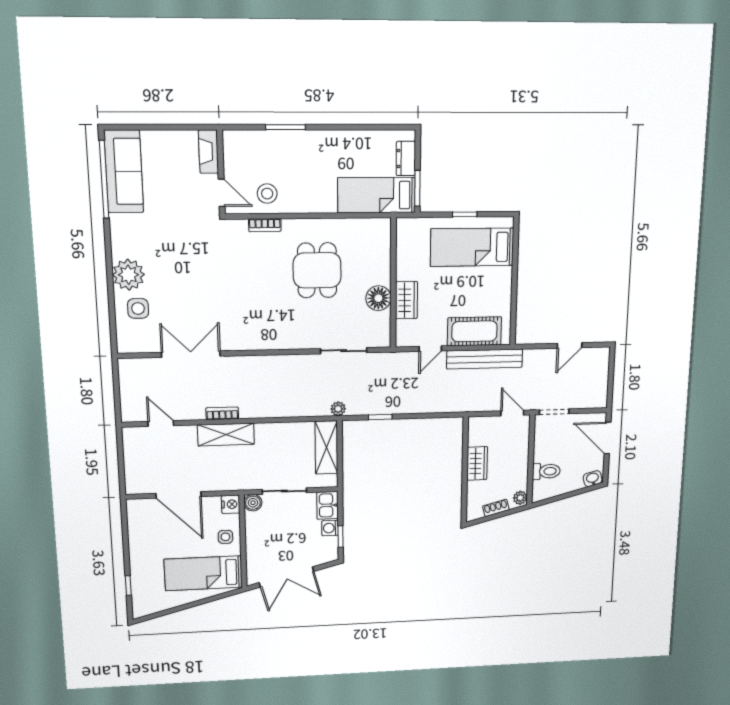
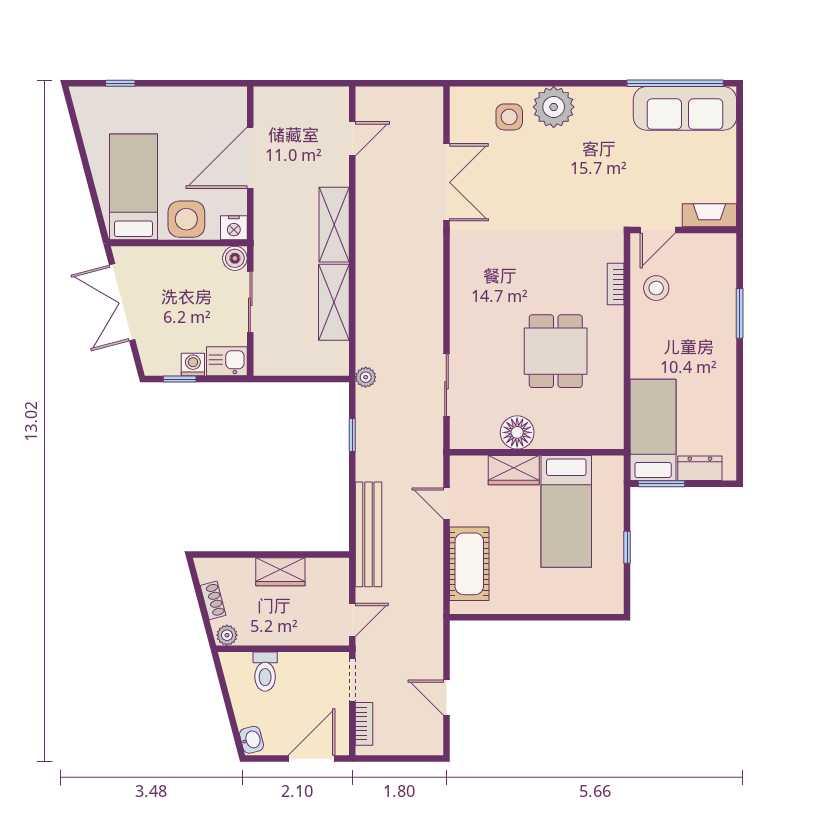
bed: (472, 247) -> (566, 511), moved, turned 180
dining table: (317, 270) -> (556, 351), turned 90
bench: (485, 359) -> (368, 534), moved
bookcase: (222, 413) -> (364, 724), moved
shelving: (326, 447) -> (334, 302), moved, turned 90
side table: (225, 537) -> (186, 219), width x1.87, depth x1.87

